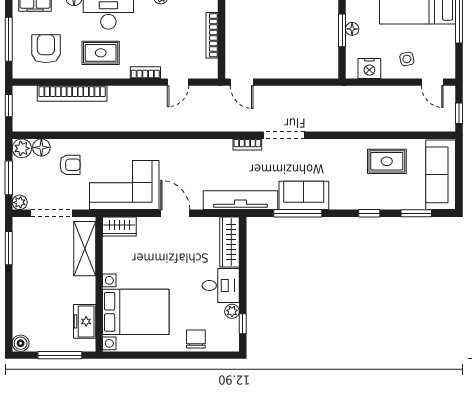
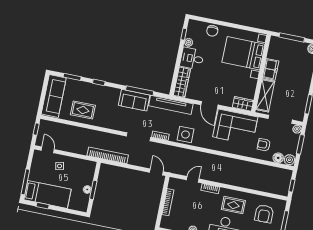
nightstand: (369, 68) -> (82, 165), removed
bookcase: (72, 94) -> (108, 155), moved
side table: (206, 155) -> (185, 135), added
freezer: (85, 321) -> (271, 69), moved

